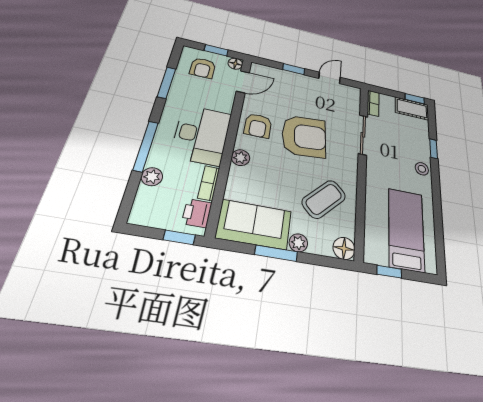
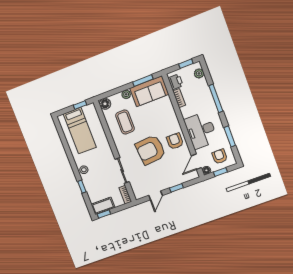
desk: (201, 135) -> (201, 130), moved
plant: (241, 158) -> (173, 119), removed
plant: (152, 177) -> (199, 73), moved
coffee table: (324, 199) -> (125, 122), turned -45
window: (179, 237) -> (186, 64), moved
window: (276, 253) -> (143, 80), moved

